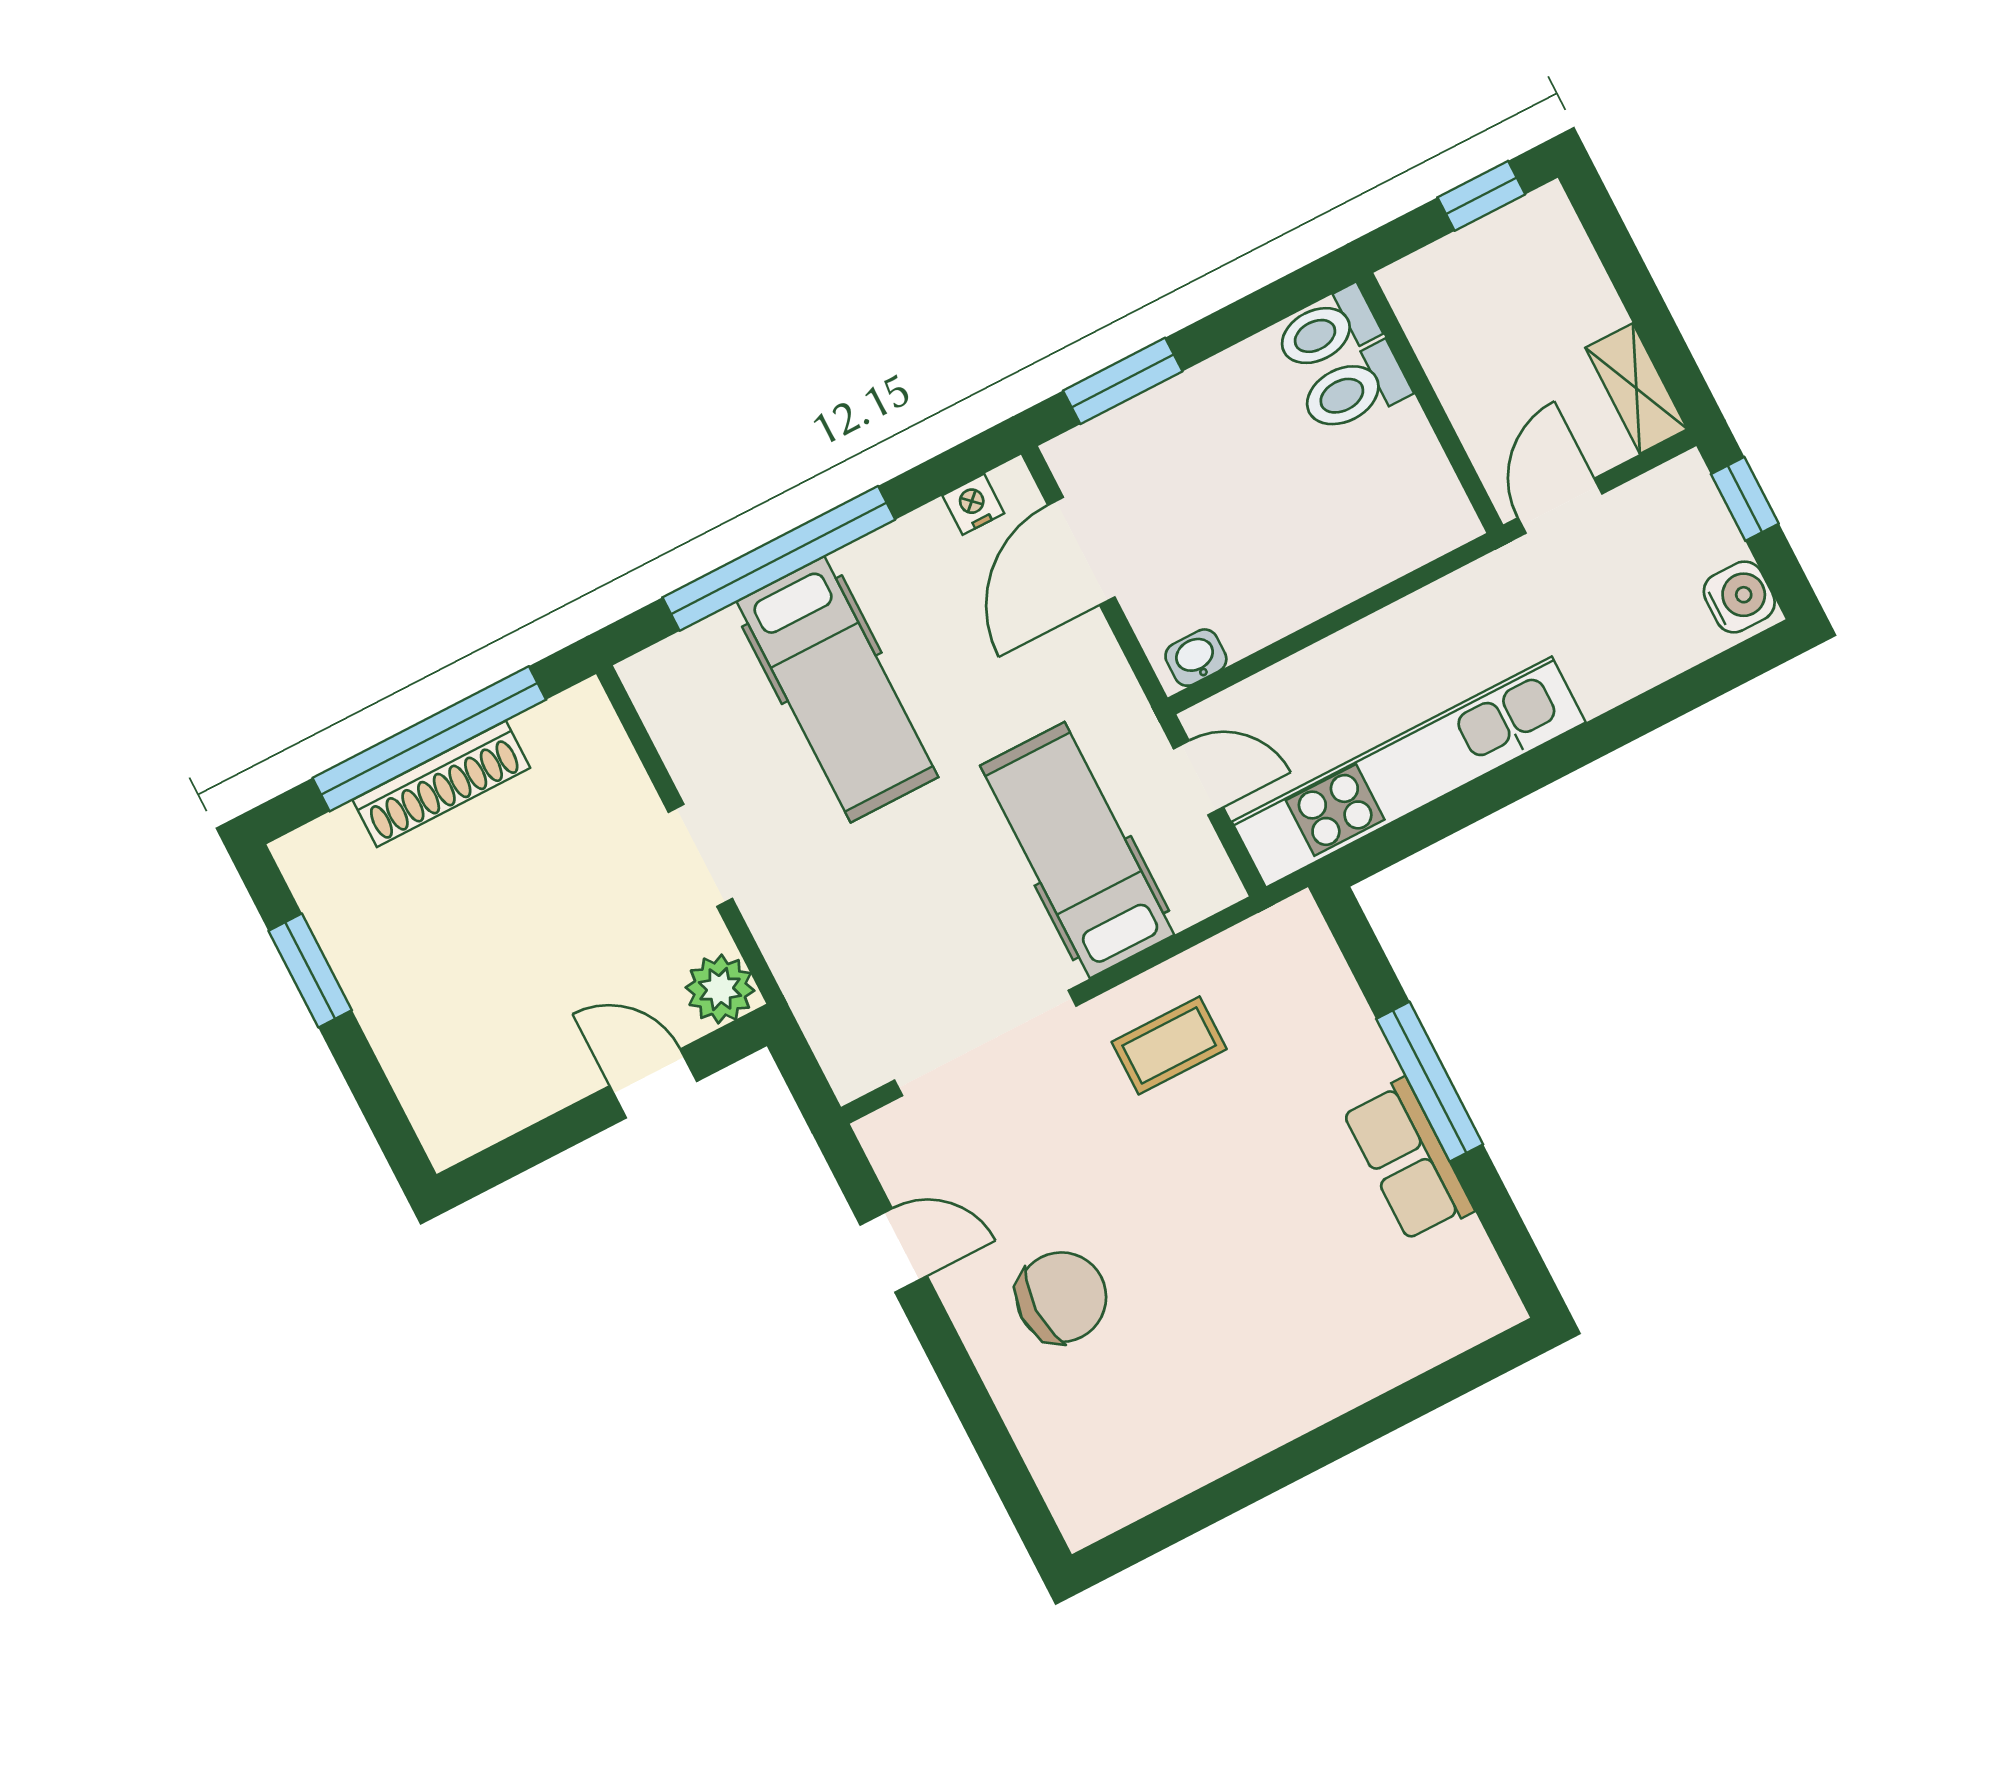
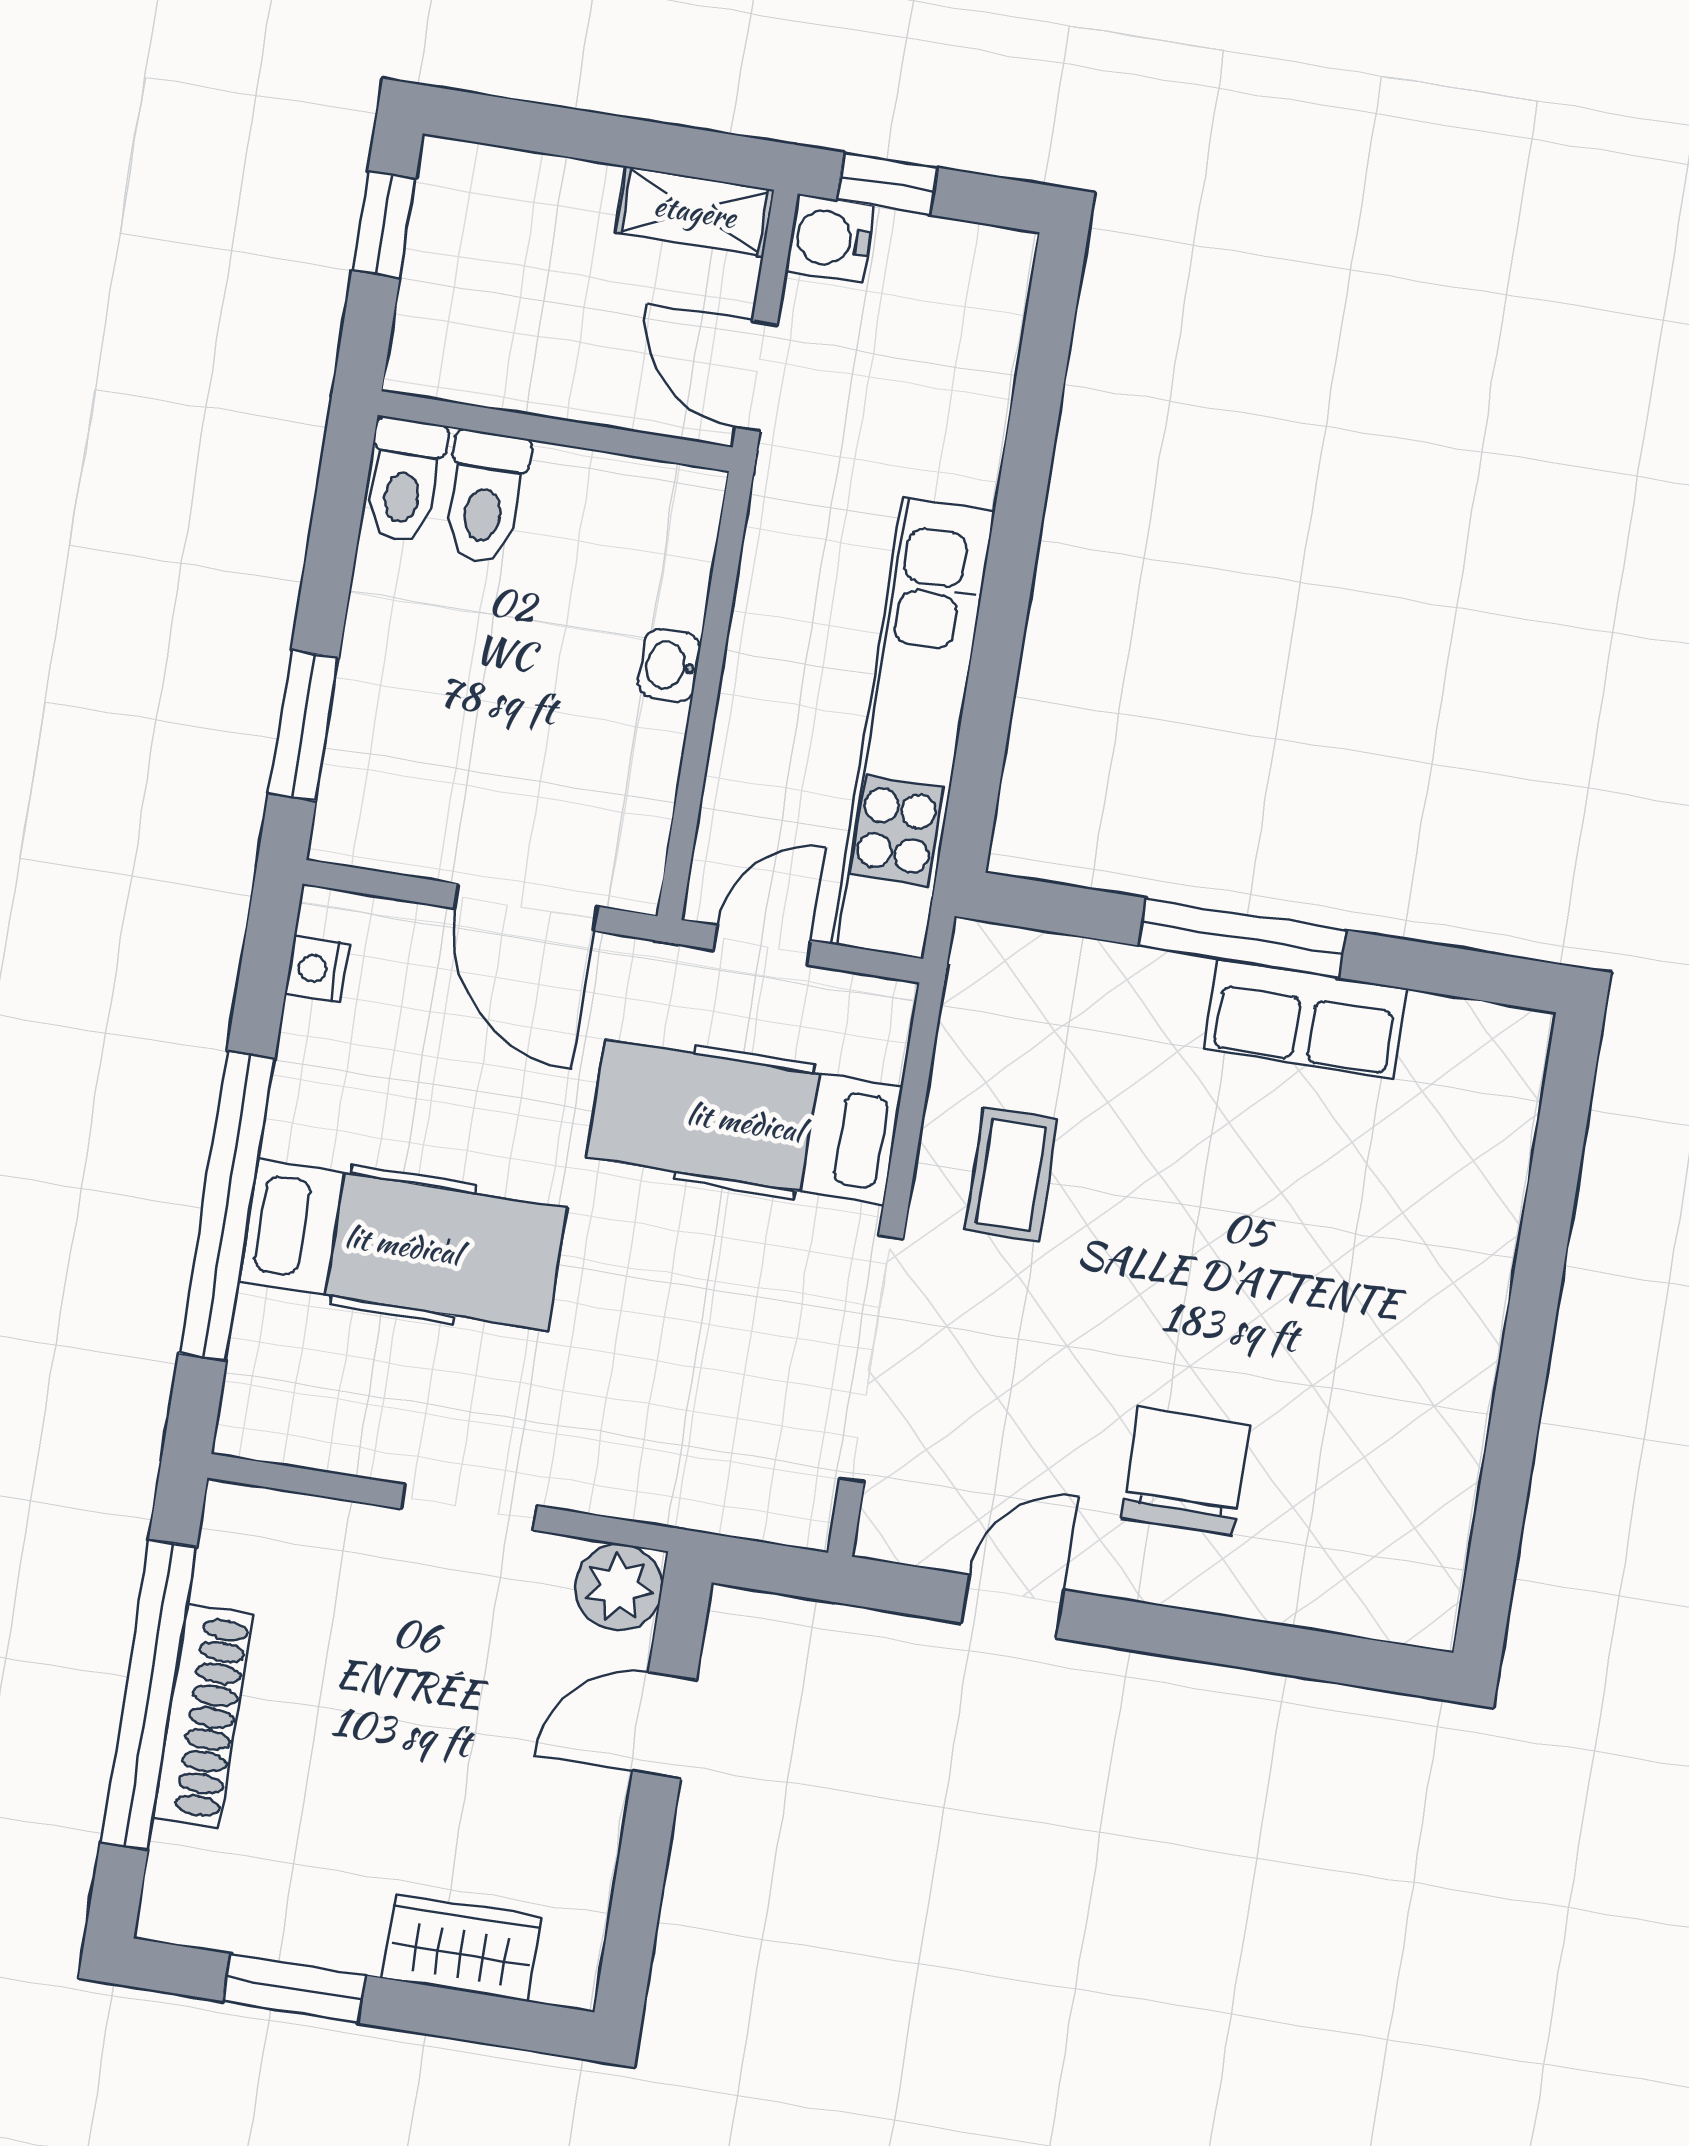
door: (1081, 551) -> (526, 907), moved
water cooler: (1739, 597) -> (830, 238), moved, turned -90
washbasin: (1196, 658) -> (669, 665), moved
wardrobe: (415, 1059) -> (462, 1948), added

